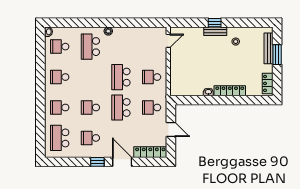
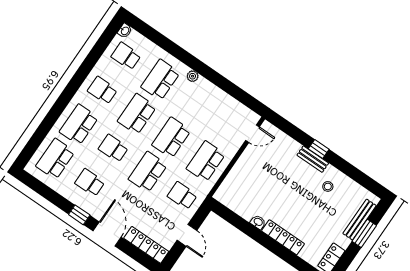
school desk: (90, 77) -> (137, 114), added
school desk: (152, 77) -> (206, 161), width x1.85
school desk: (60, 108) -> (79, 125), width x1.85

